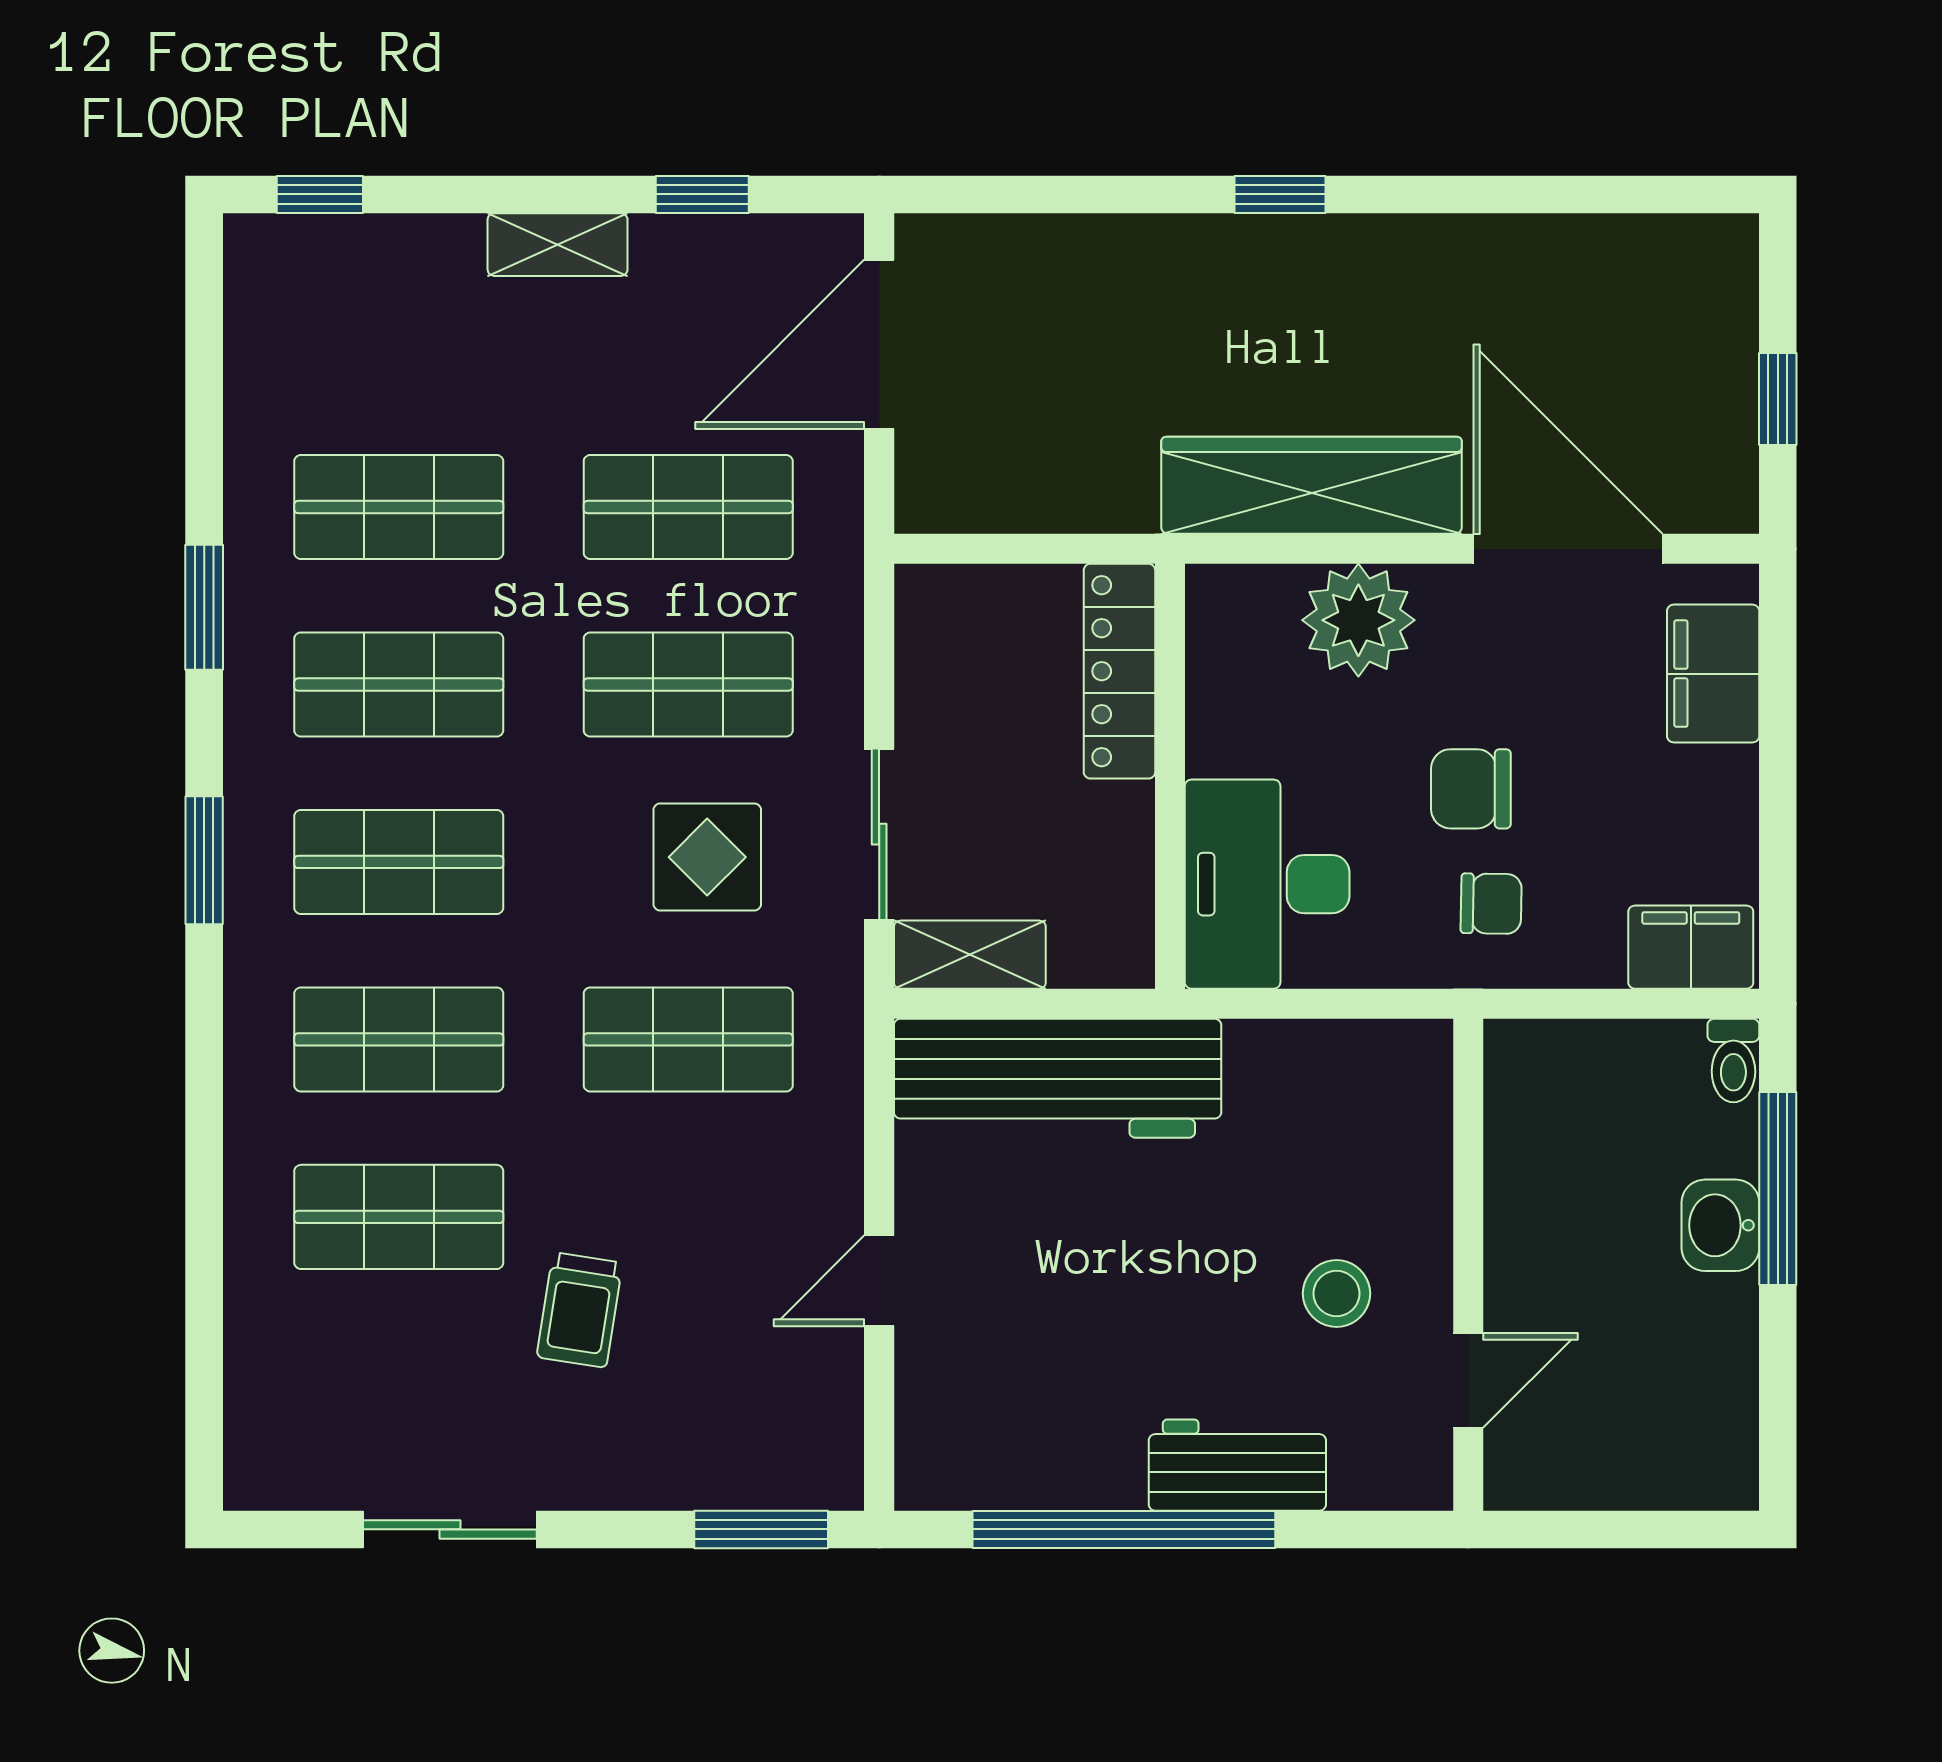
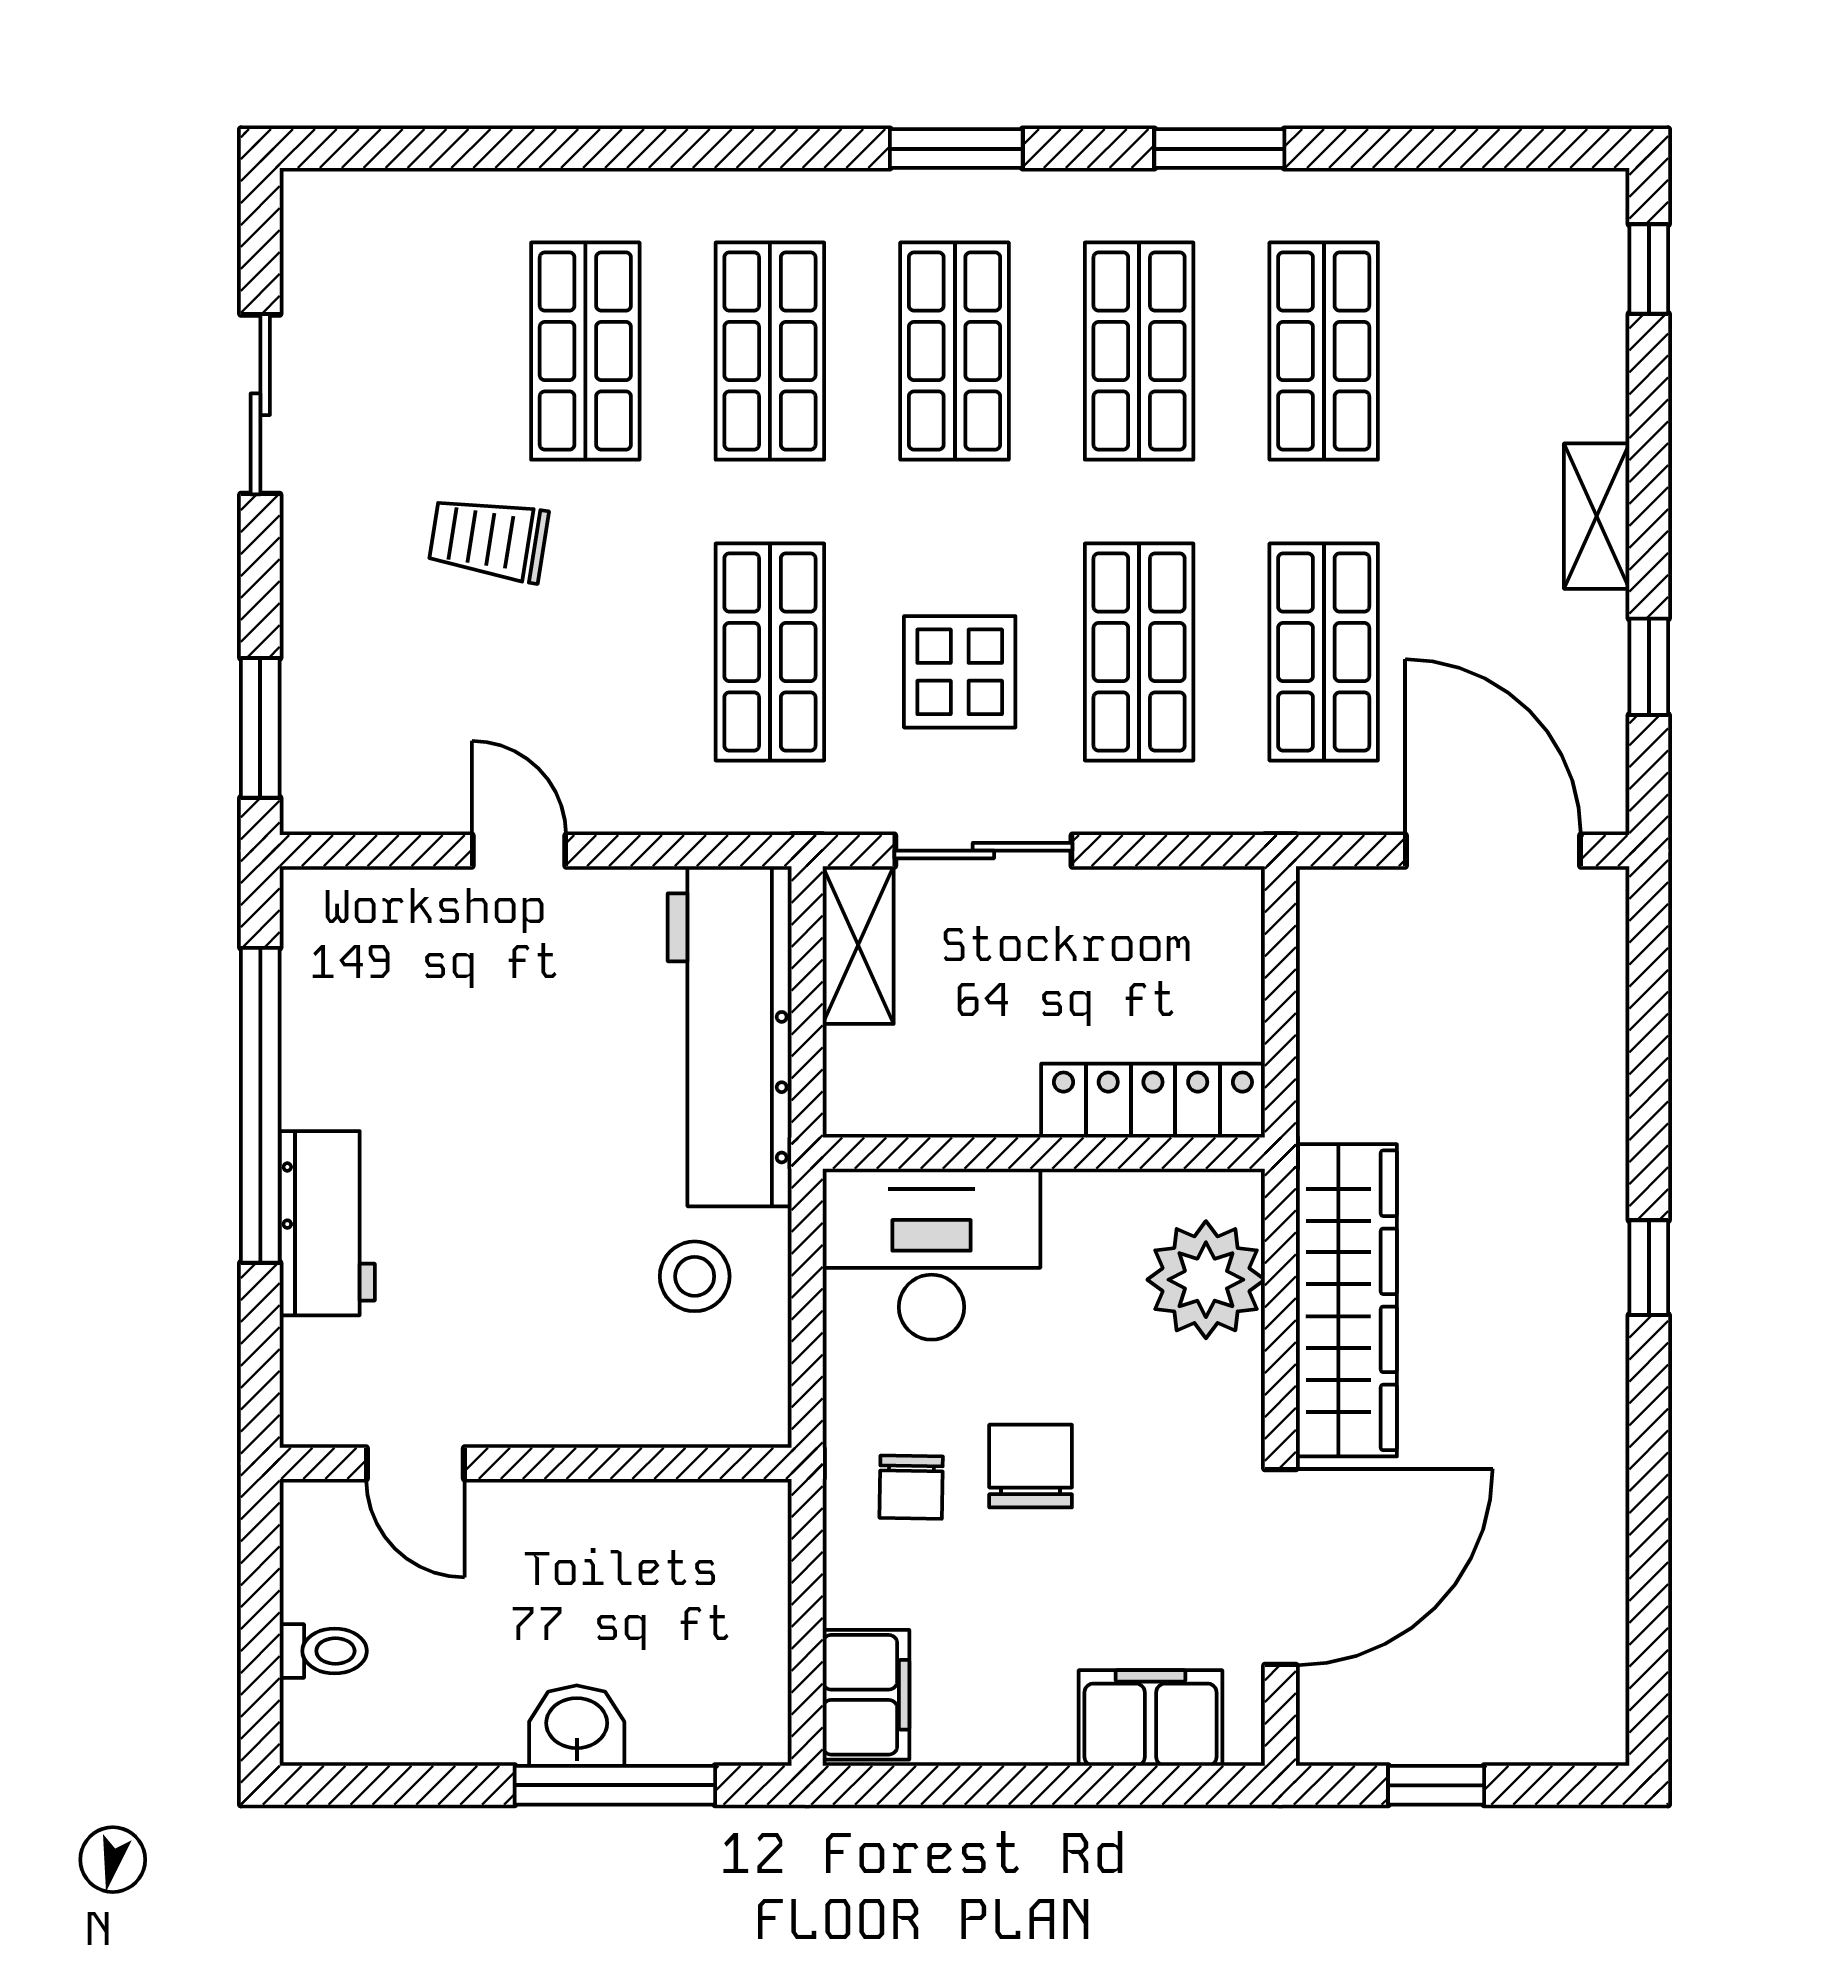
plant: (1358, 620) -> (1206, 1280), moved
toilet: (1733, 1061) -> (323, 1651), moved, turned 180
stool: (1337, 1294) -> (695, 1276), moved

